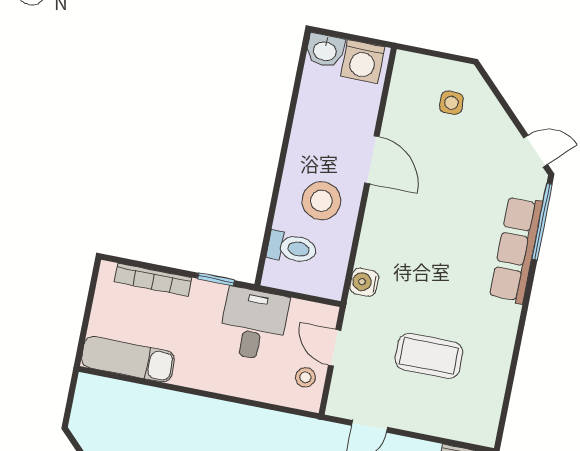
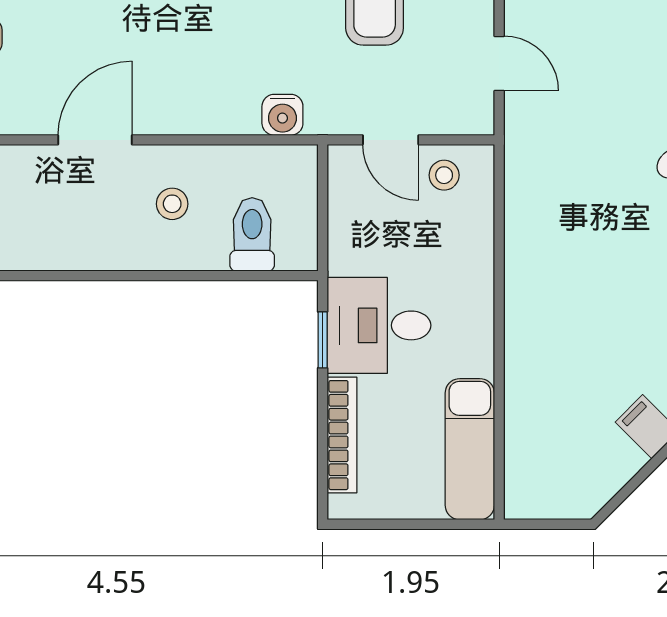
stool: (321, 201) -> (172, 204), width x0.53, depth x0.53
desk: (254, 324) -> (379, 325), moved
door: (335, 348) -> (391, 140), hinge flipped

